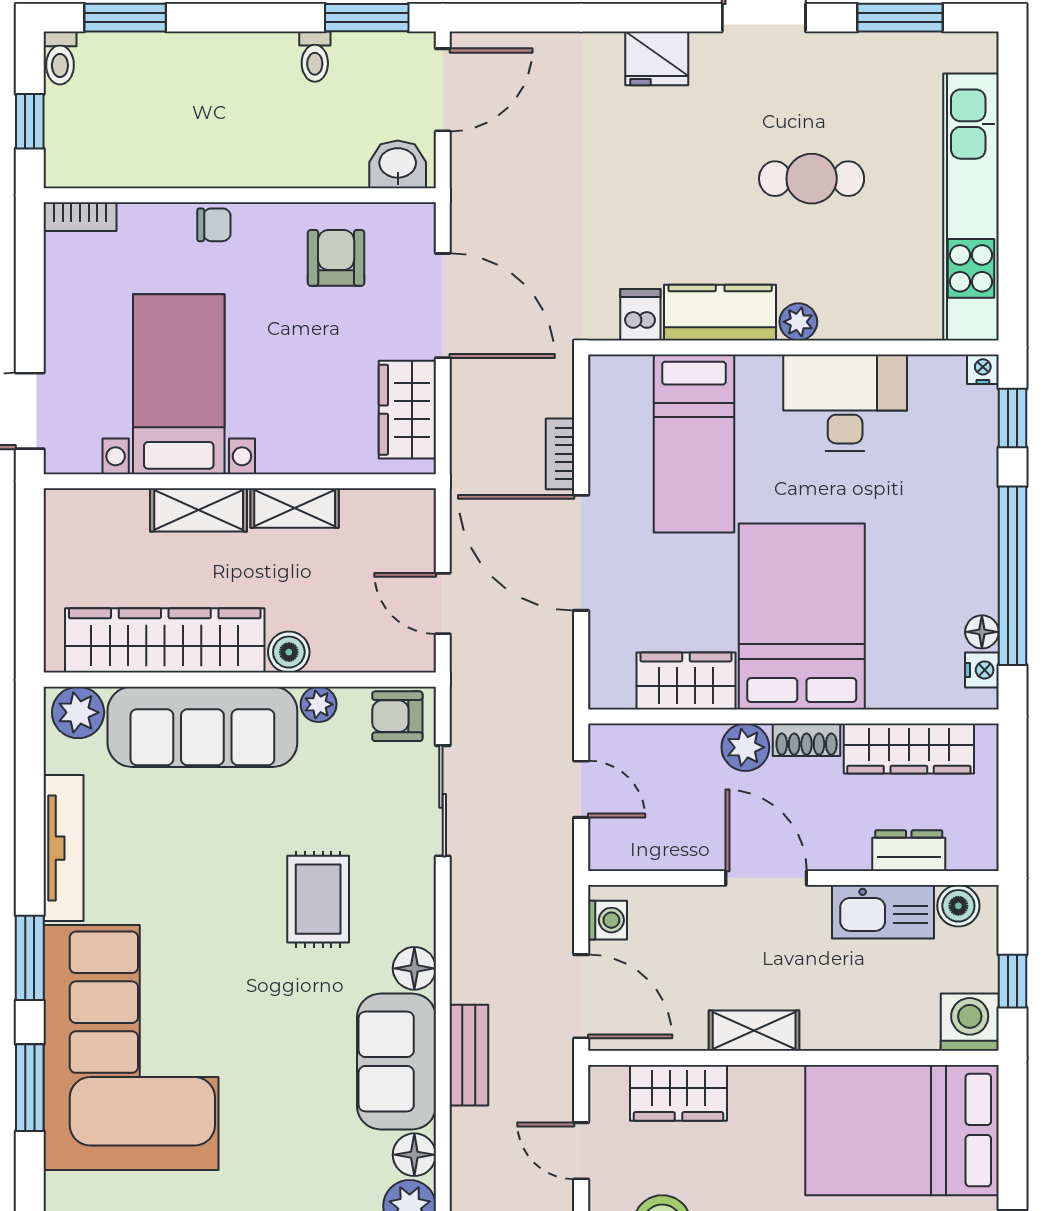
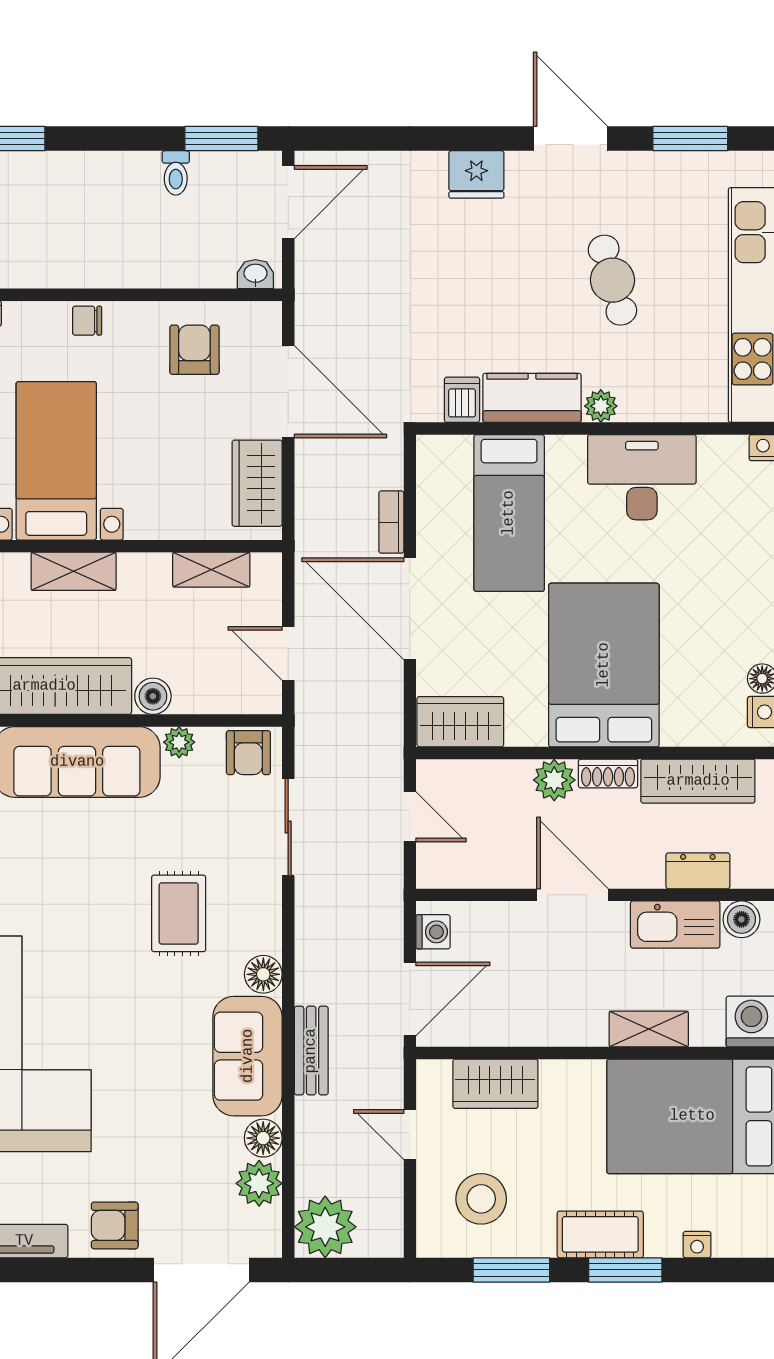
washbasin: (398, 164) -> (255, 274), width x0.72, depth x0.69
cafe table: (812, 179) -> (612, 280), turned 74
chair: (214, 225) -> (87, 321), turned 180
shelving: (295, 508) -> (211, 570), moved
wardrobe: (686, 681) -> (460, 722), moved
armchair: (397, 716) -> (248, 753), turned -90
door: (581, 996) -> (410, 999), hinge flipped
shelving: (754, 1031) -> (649, 1029), moved

